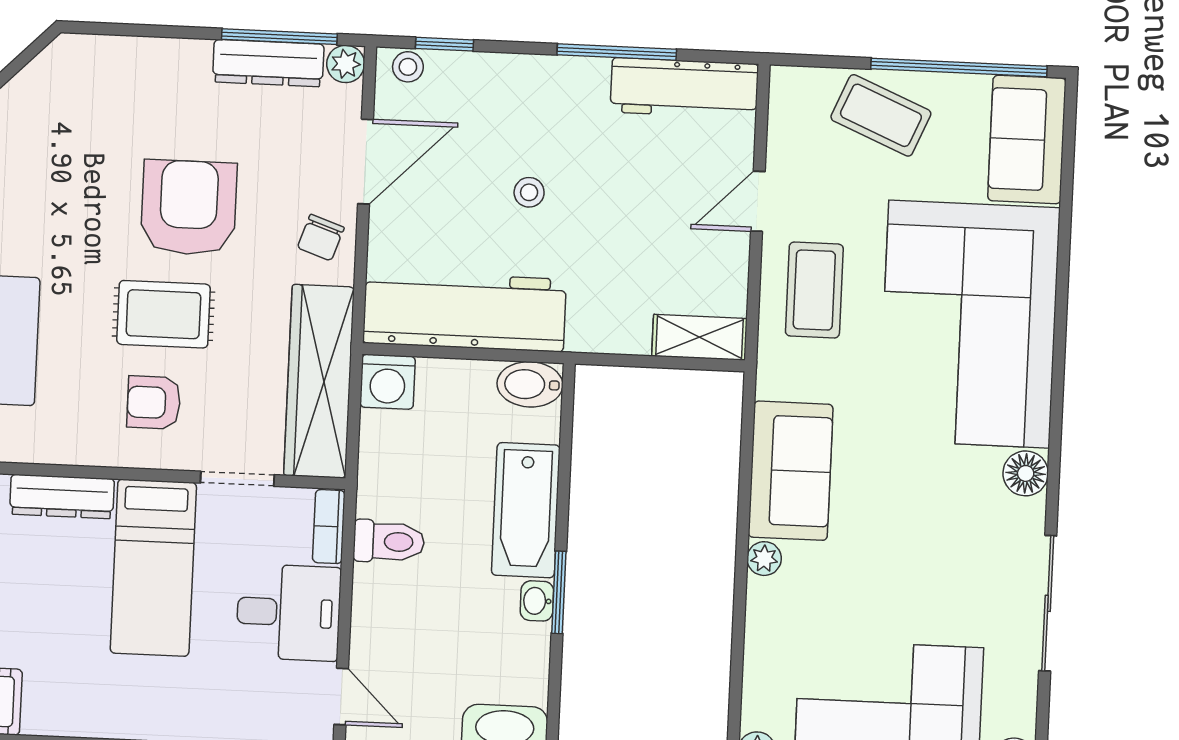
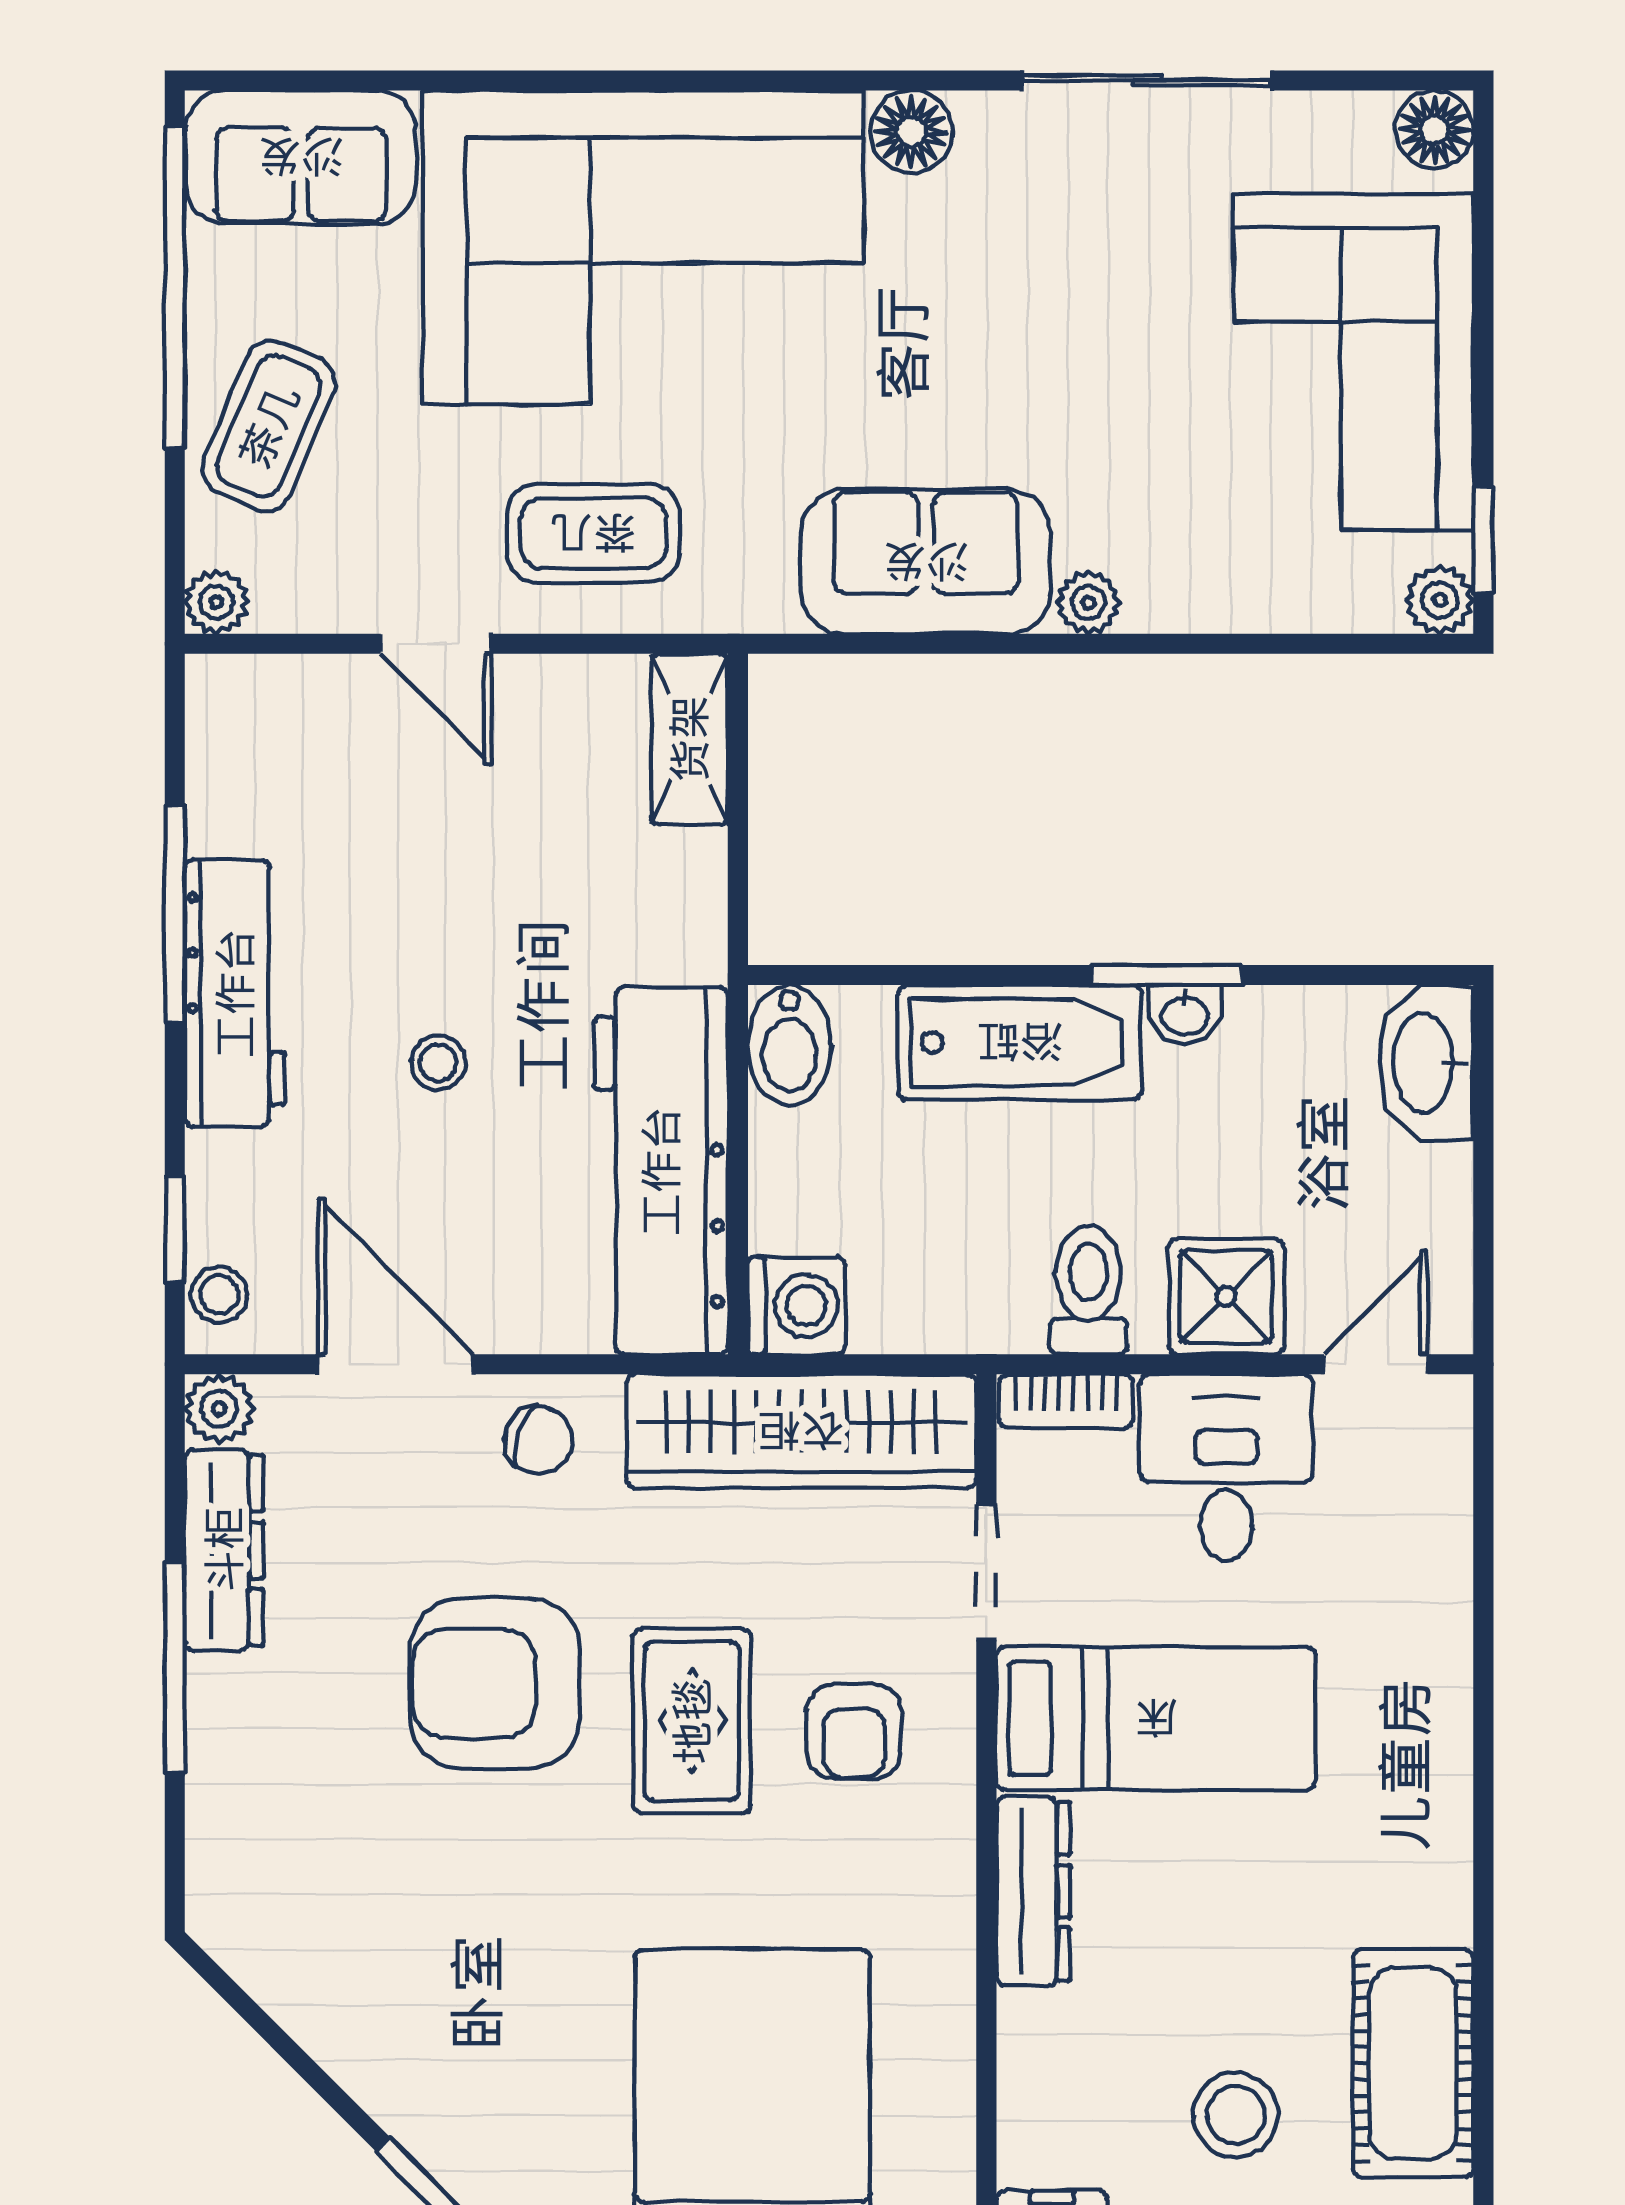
window: (279, 37) -> (175, 1668), moved
plant: (786, 82) -> (216, 602), added
workbench: (684, 88) -> (235, 993), moved
shower: (382, 617) -> (1226, 1296), added

